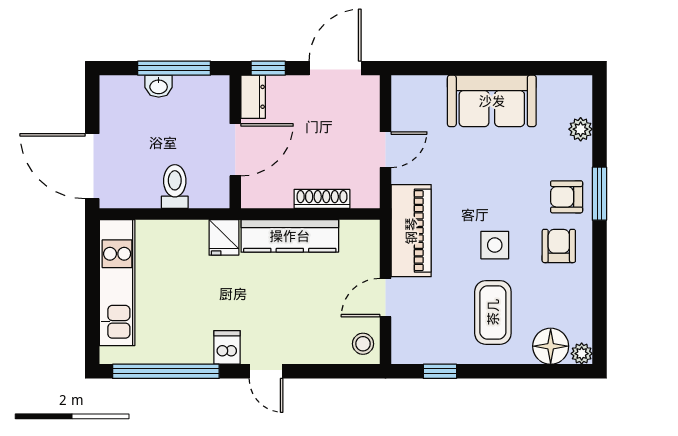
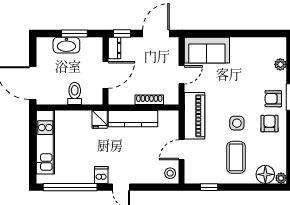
window: (174, 68) -> (74, 33), width x0.69
washbasin: (159, 86) -> (66, 45), width x1.91, depth x1.45
sofa: (492, 101) -> (207, 50), moved

